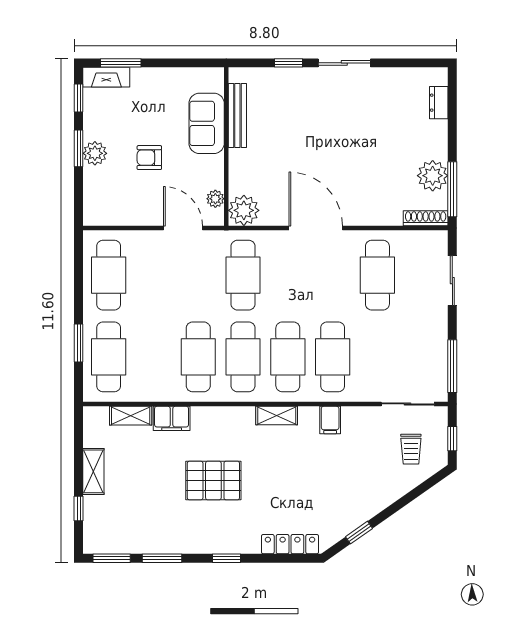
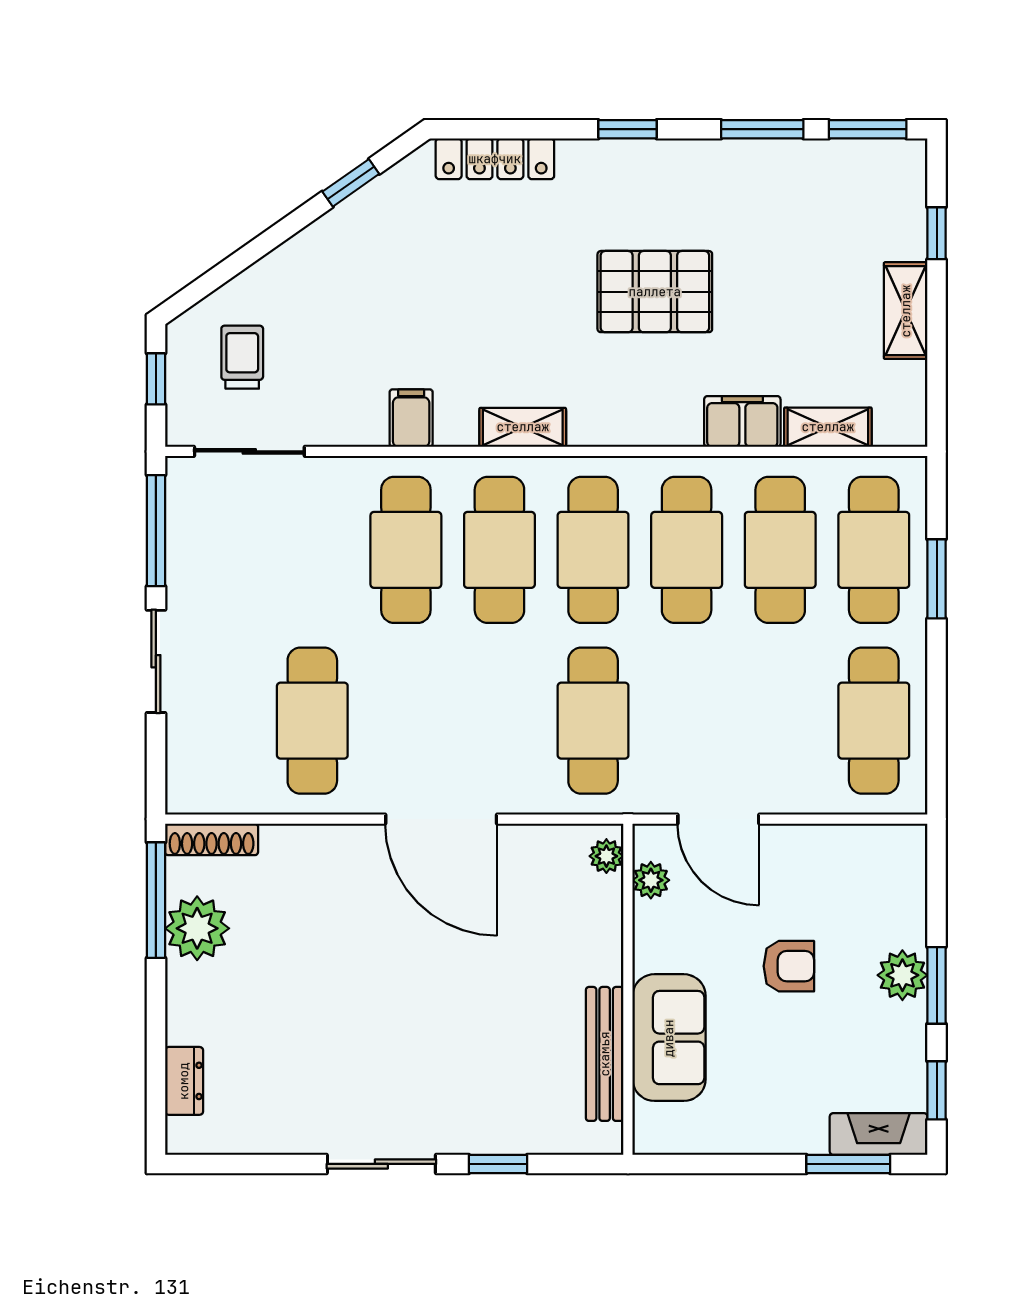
plant: (244, 210) -> (606, 856), width x0.53, depth x0.53
sliding door: (452, 281) -> (156, 661), moved
cafe table: (153, 357) -> (780, 550), added

